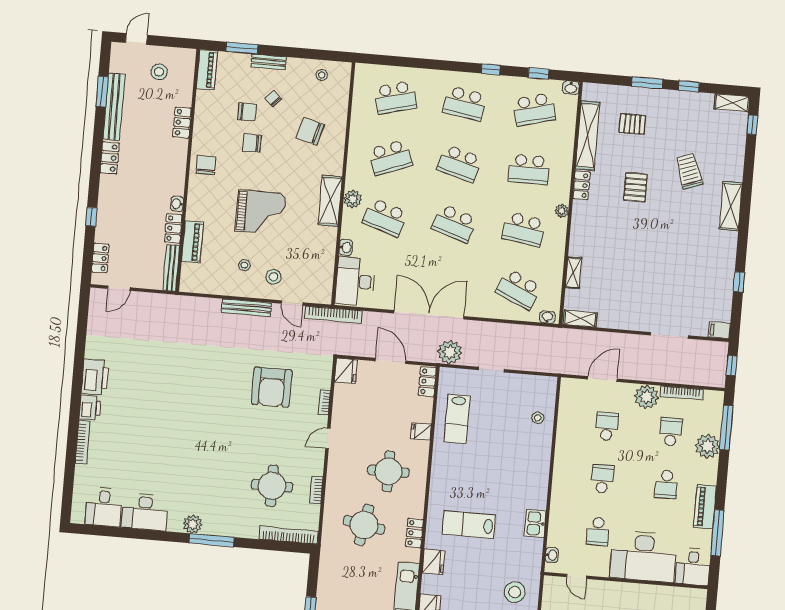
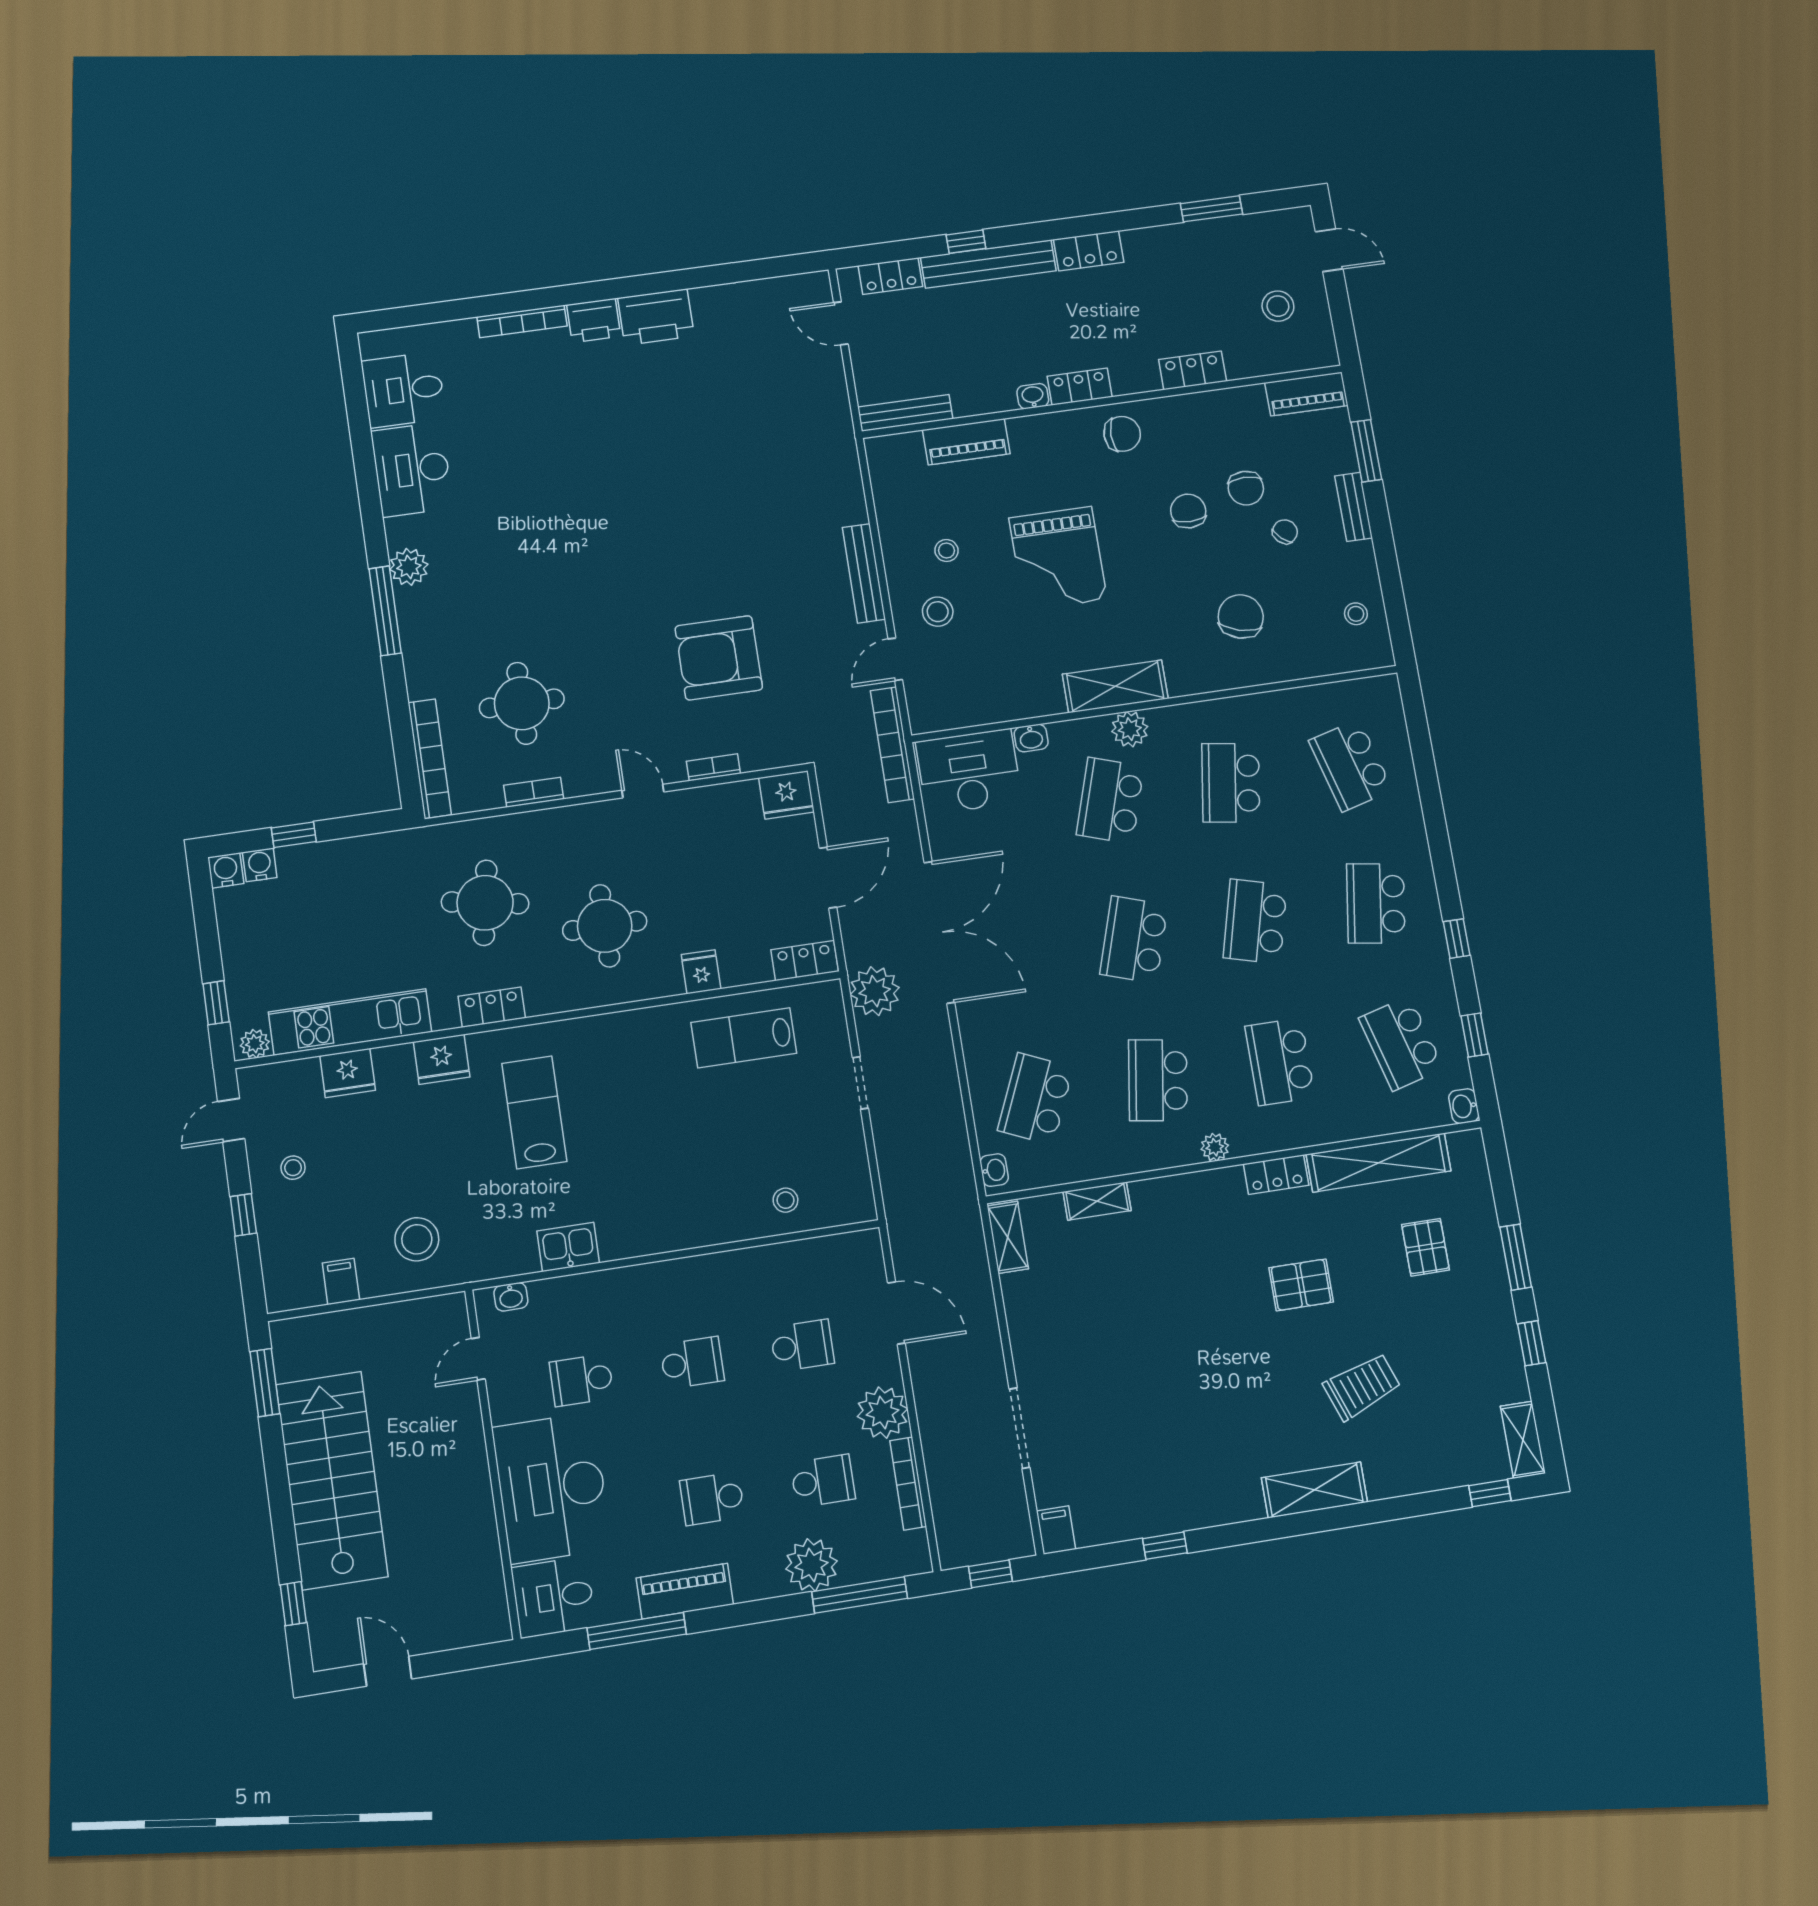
bench: (114, 107) -> (988, 264), moved
school desk: (390, 157) -> (1231, 783), turned 30
locker: (173, 228) -> (1080, 387), moved

